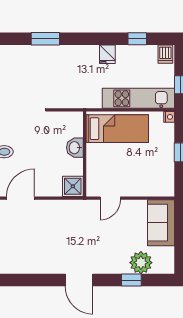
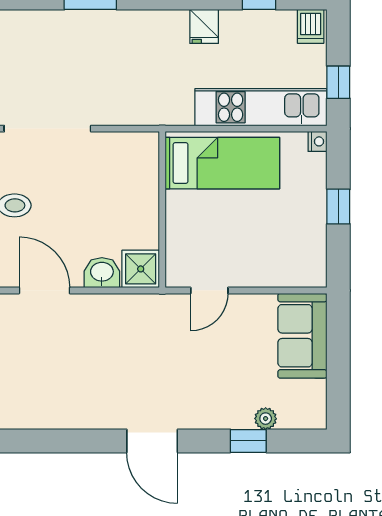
washbasin: (75, 148) -> (102, 273), moved, turned 90
door: (20, 198) -> (44, 290), hinge flipped
plant: (141, 263) -> (266, 419), width x0.53, depth x0.53

